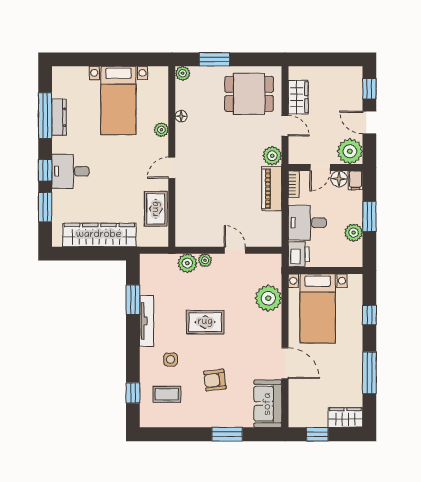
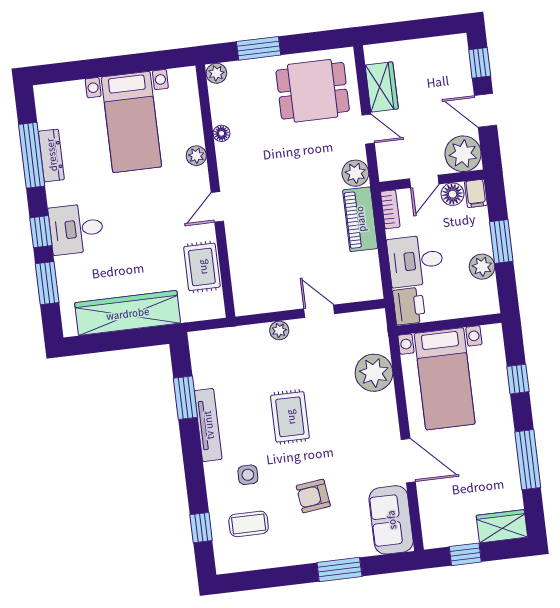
plant: (187, 263) -> (255, 337), removed
rug: (205, 322) -> (290, 417), turned 90

